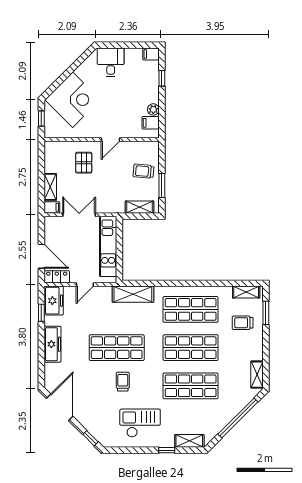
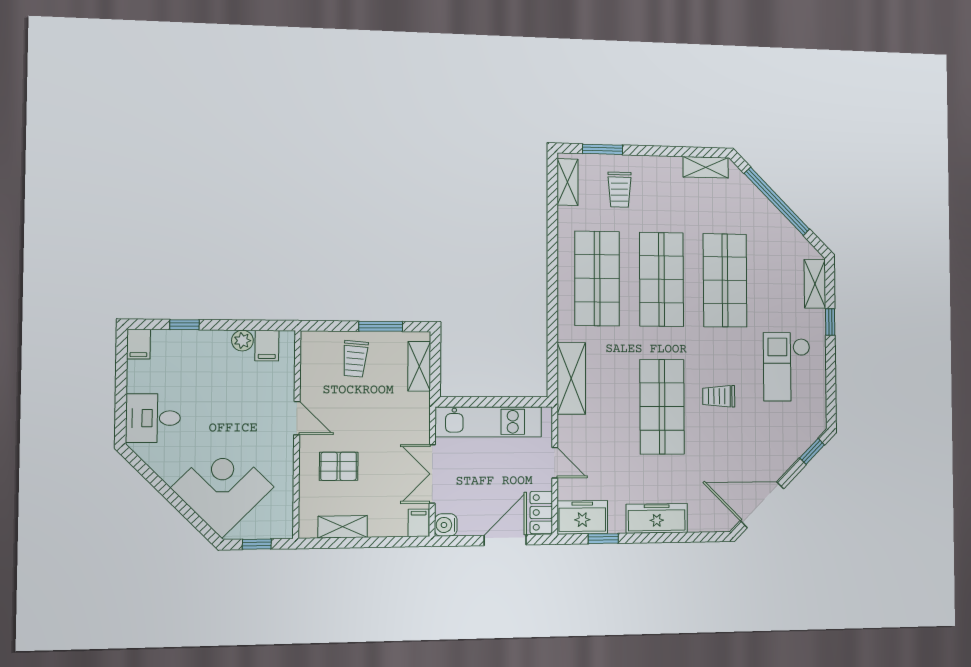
shelving: (50, 187) -> (343, 527), moved
water cooler: (50, 222) -> (446, 525), added

